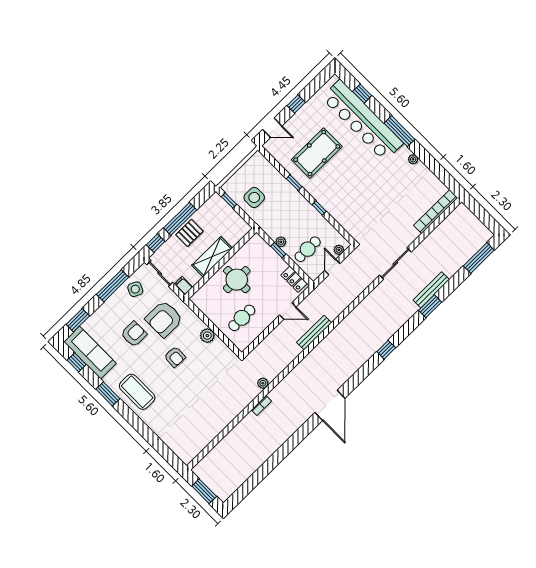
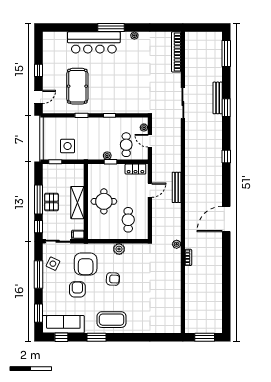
window: (362, 94) -> (69, 28), removed
bar counter: (362, 120) -> (94, 42), width x0.73
door: (330, 405) -> (226, 219), swing flipped

